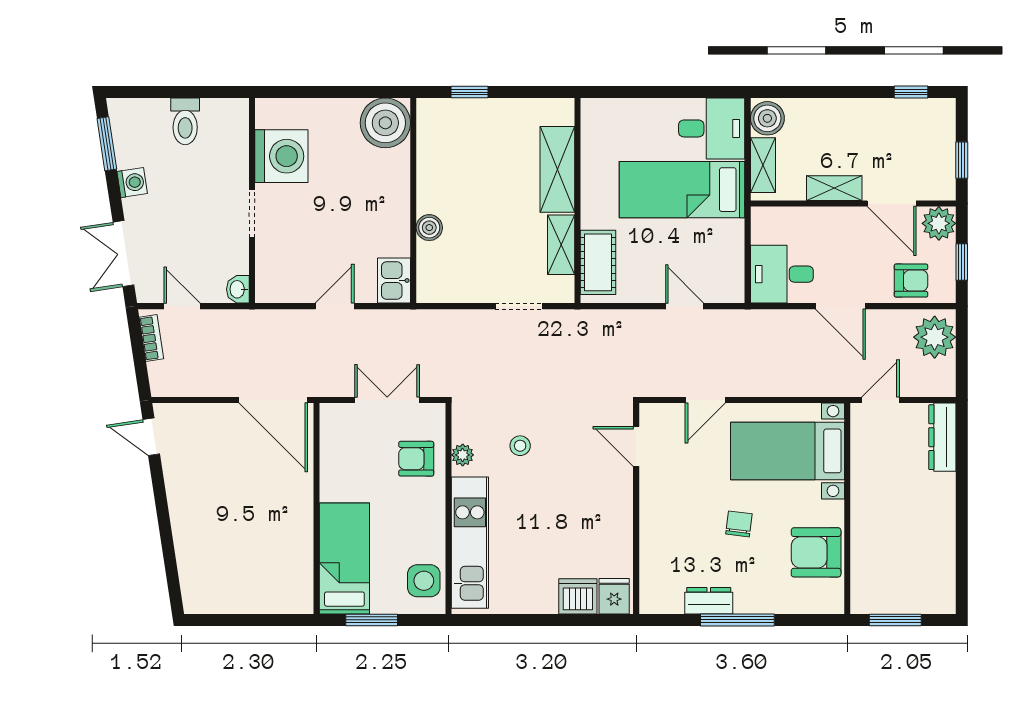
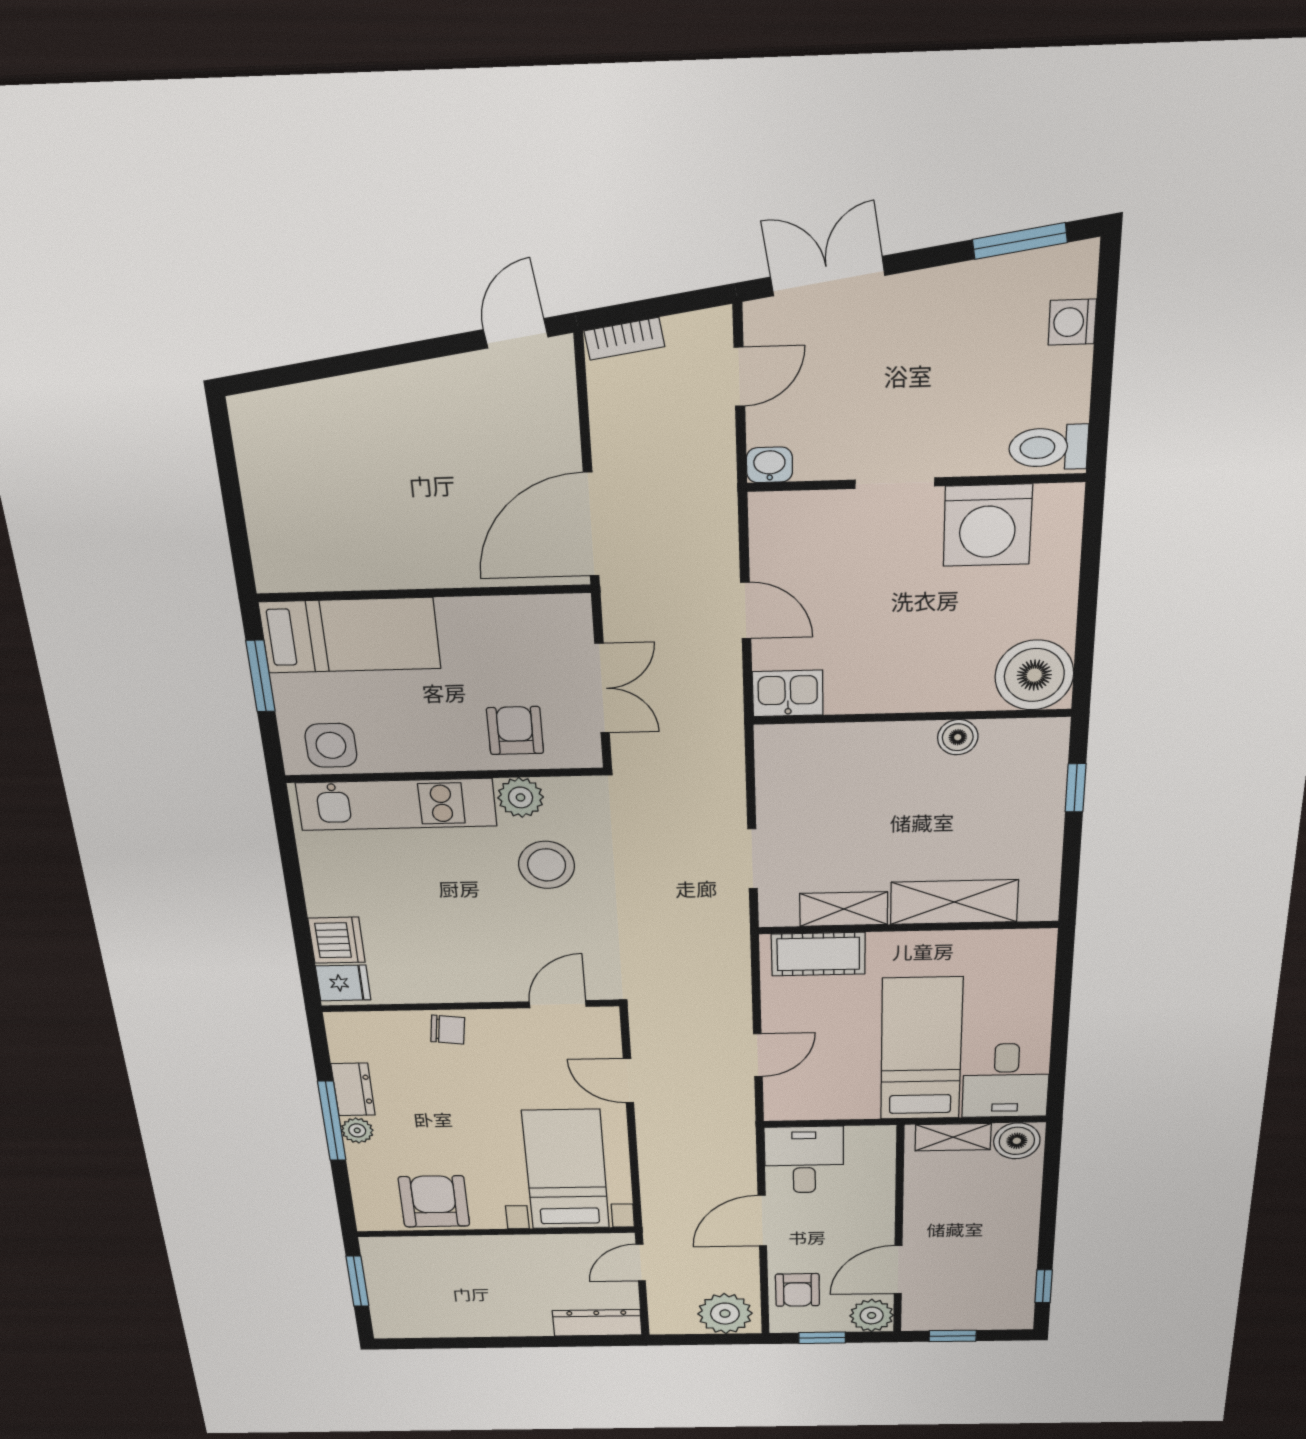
toilet: (185, 121) -> (1048, 447), moved
washing machine: (132, 183) -> (1072, 322), moved, turned 99
shelving: (834, 188) -> (920, 1212), removed
boiler: (429, 228) -> (958, 737), moved
bookcase: (151, 338) -> (624, 339), moved
door: (881, 400) -> (641, 1263), swing flipped
stool: (520, 446) -> (547, 865), width x1.89, depth x1.89
plant: (463, 455) -> (521, 797), width x1.38, depth x1.38
chair: (739, 524) -> (448, 1030), moved
plant: (747, 602) -> (357, 1130), added

